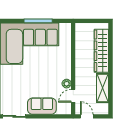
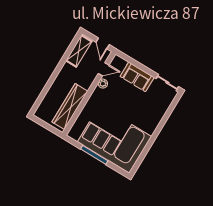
wardrobe: (101, 51) -> (70, 107), moved, turned 180
shelving: (103, 88) -> (79, 51), moved

